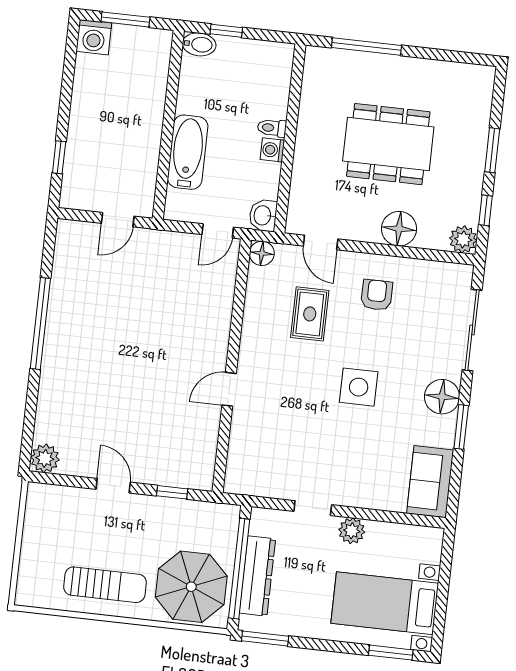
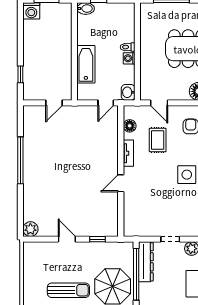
floor lamp: (262, 253) -> (130, 126), moved
tv unit: (250, 333) -> (128, 153), added
dresser: (257, 576) -> (146, 262), moved

